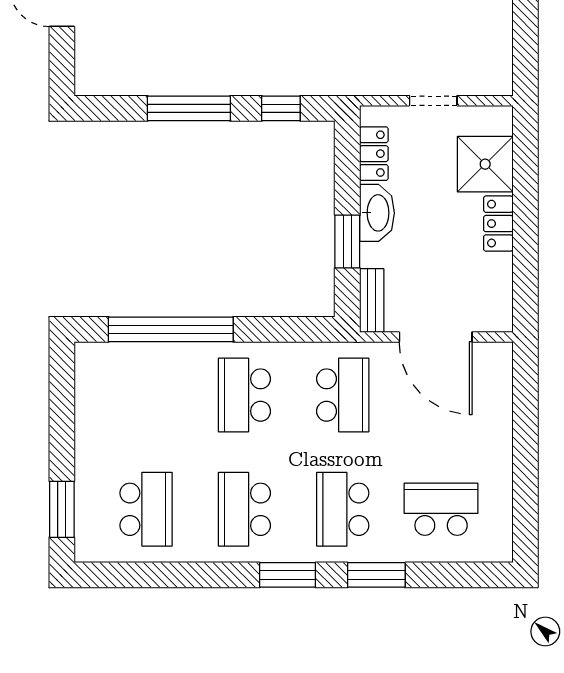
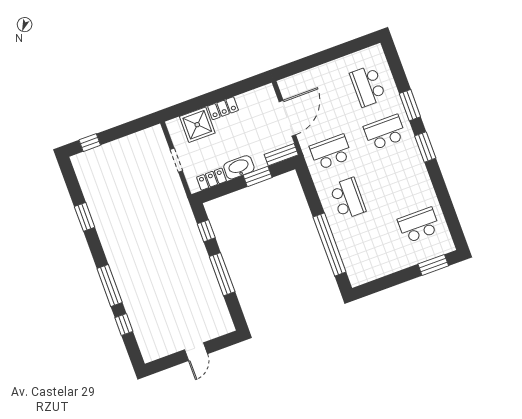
school desk: (244, 395) -> (348, 198), turned -90
school desk: (244, 509) -> (402, 179), removed
school desk: (343, 509) -> (385, 132), turned 180

